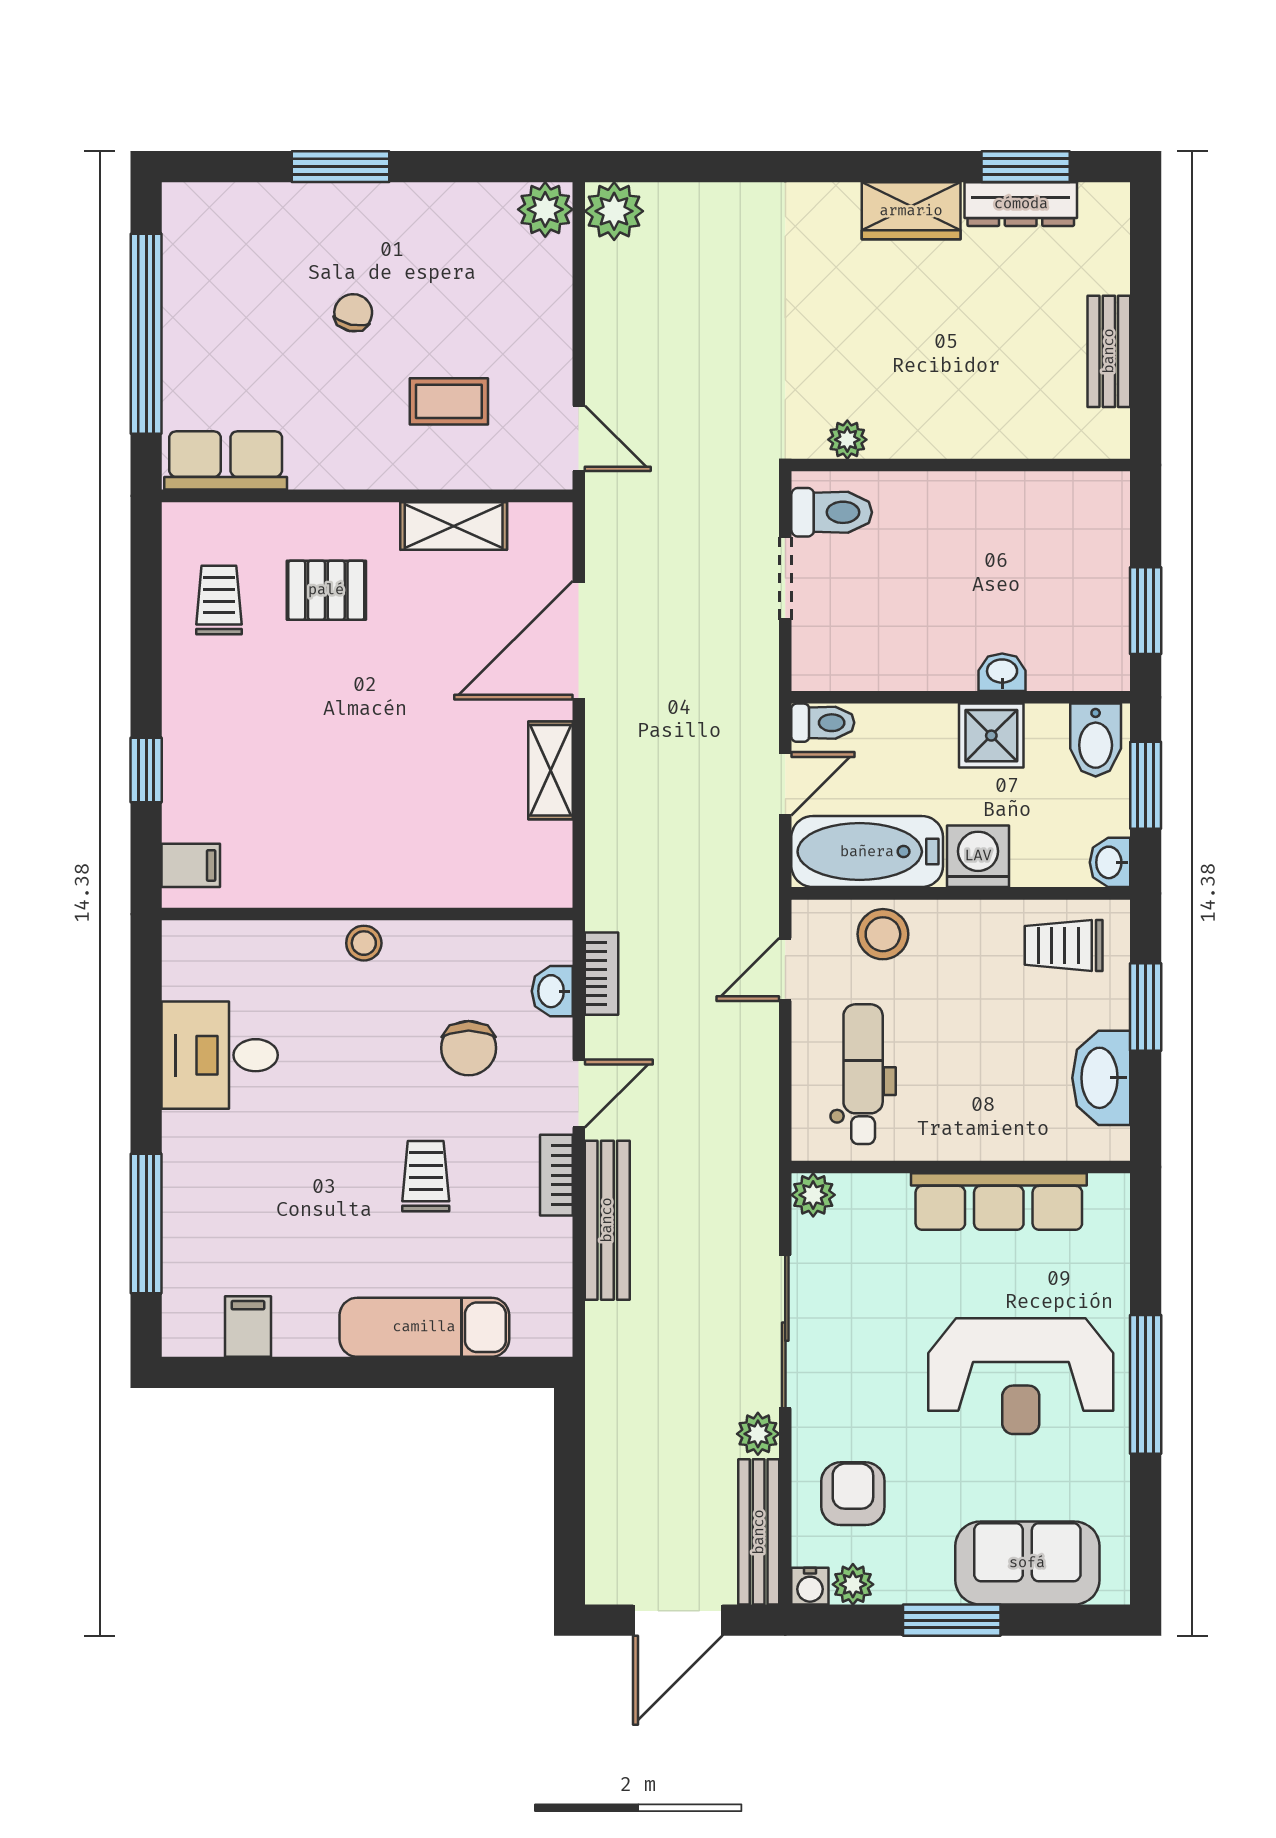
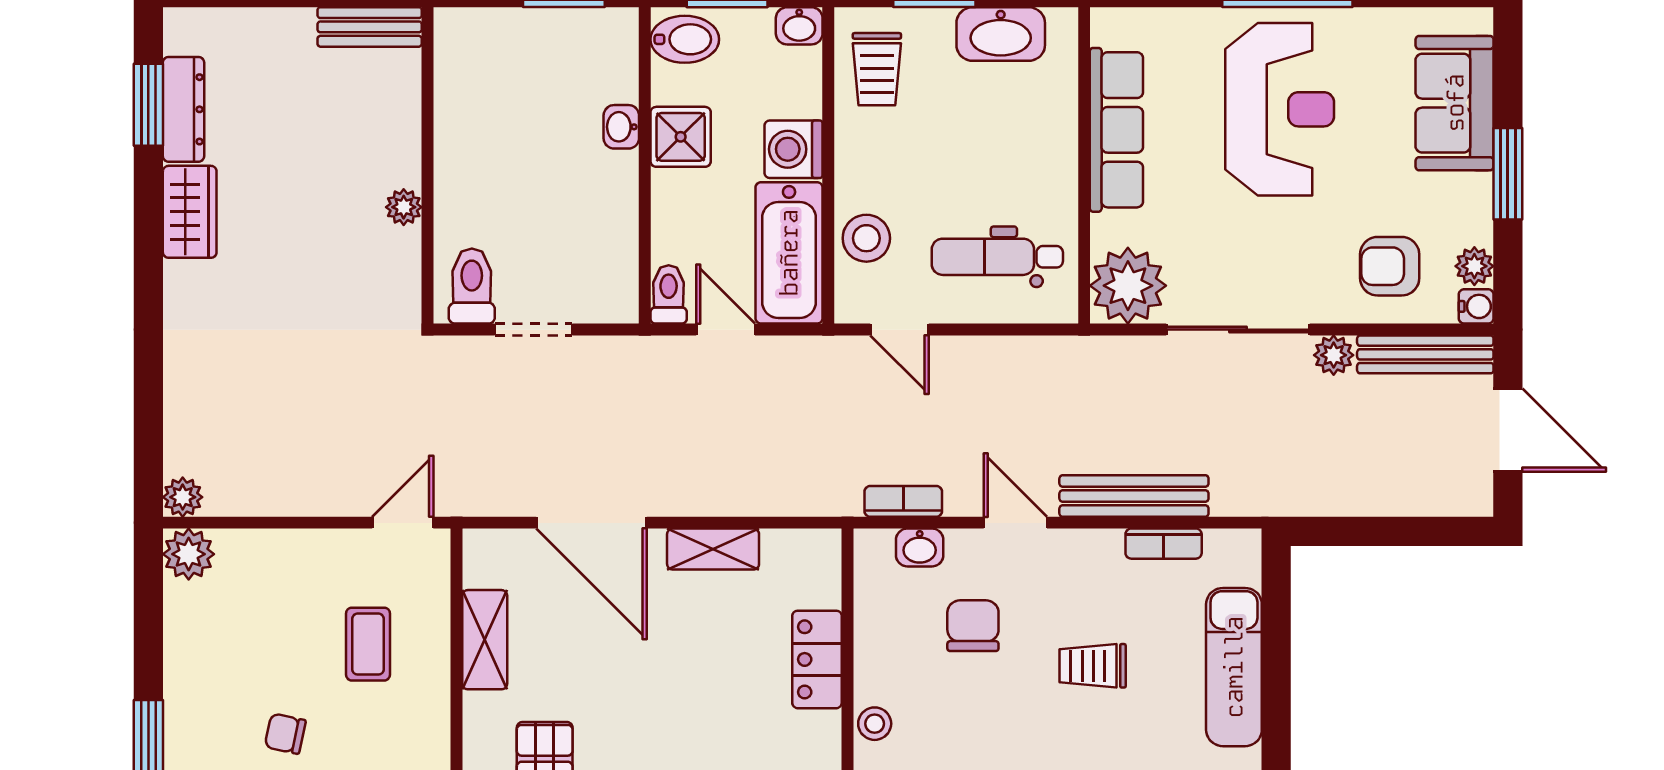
plant: (614, 211) -> (183, 497), width x0.73, depth x0.73
bench: (1109, 351) -> (370, 27), moved
plant: (847, 440) -> (404, 207), moved
locker: (433, 881) -> (817, 659), added
chair: (469, 1048) -> (973, 626), turned -90
bookcase: (556, 1175) -> (1164, 544), moved
plant: (813, 1195) -> (1128, 286), width x1.88, depth x1.88

